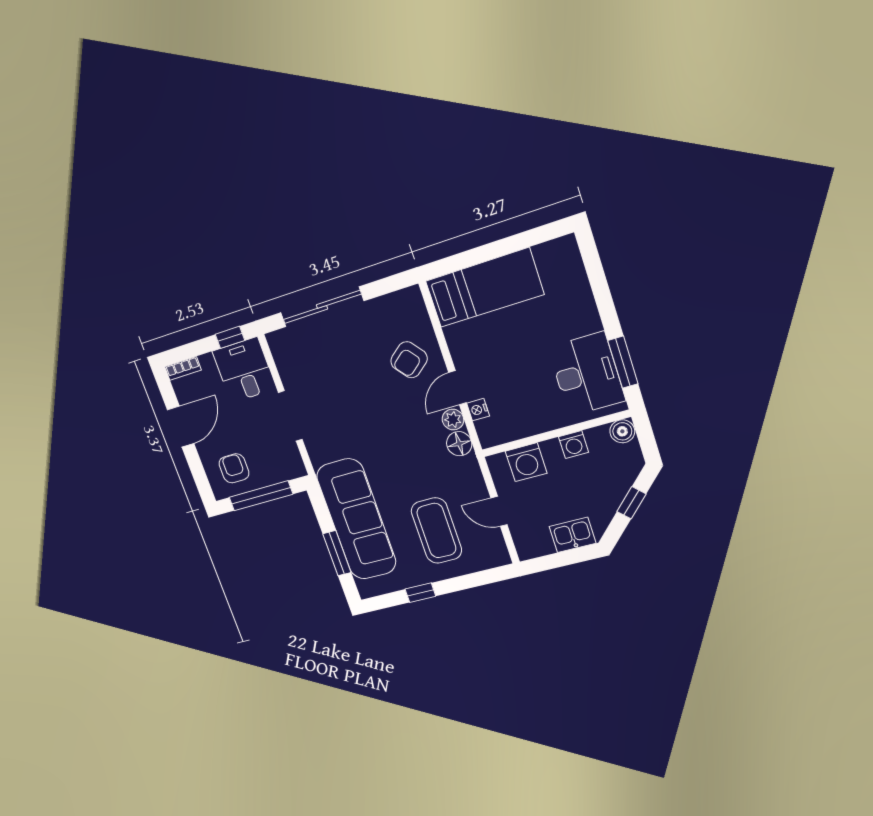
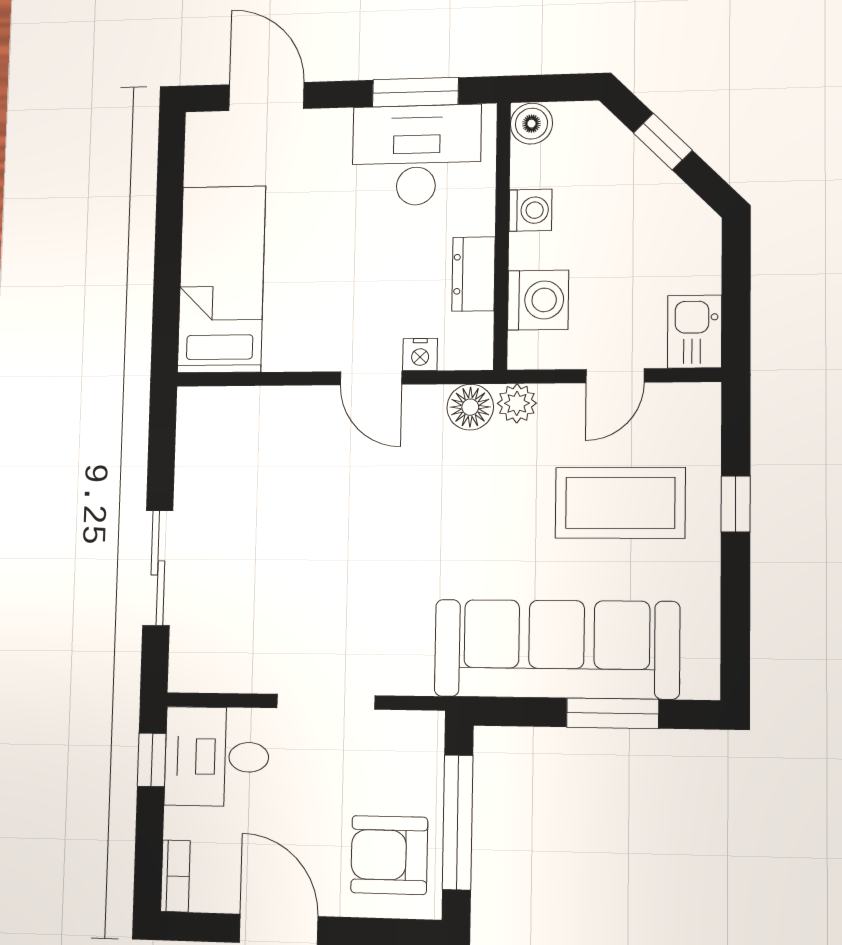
door: (597, 277) -> (266, 97), added
sliding door: (322, 307) -> (158, 568), width x0.73
armchair: (409, 360) -> (297, 446), removed
plant: (453, 420) -> (517, 403), moved
dresser: (530, 425) -> (473, 274), added
armchair: (234, 468) -> (389, 855), width x1.38, depth x1.38
kitchen sink: (573, 535) -> (695, 332), moved
window: (420, 593) -> (736, 504), moved

